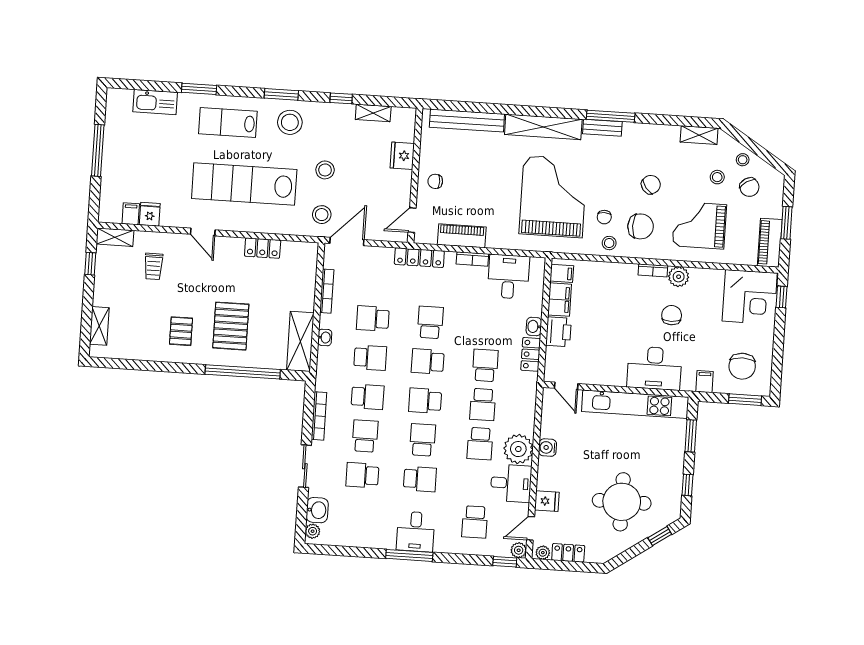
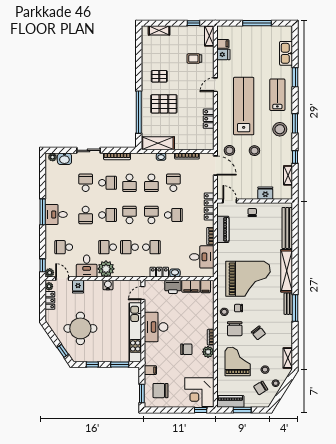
desk: (654, 368) -> (156, 327), moved

